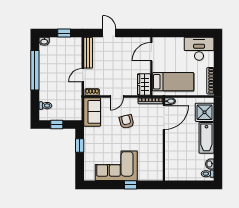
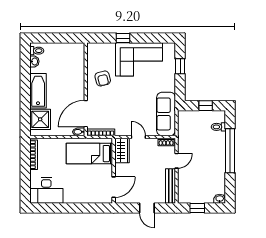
door: (151, 52) -> (114, 187), moved
wall: (151, 66) -> (114, 171), moved
window: (35, 70) -> (230, 151), moved
bed: (173, 82) -> (89, 154), moved
wardrobe: (144, 84) -> (122, 150), moved
door: (117, 96) -> (138, 137), hinge flipped
sofa: (92, 112) -> (166, 114), width x1.36
armchair: (126, 122) -> (103, 78), moved
window: (80, 145) -> (180, 66), moved

